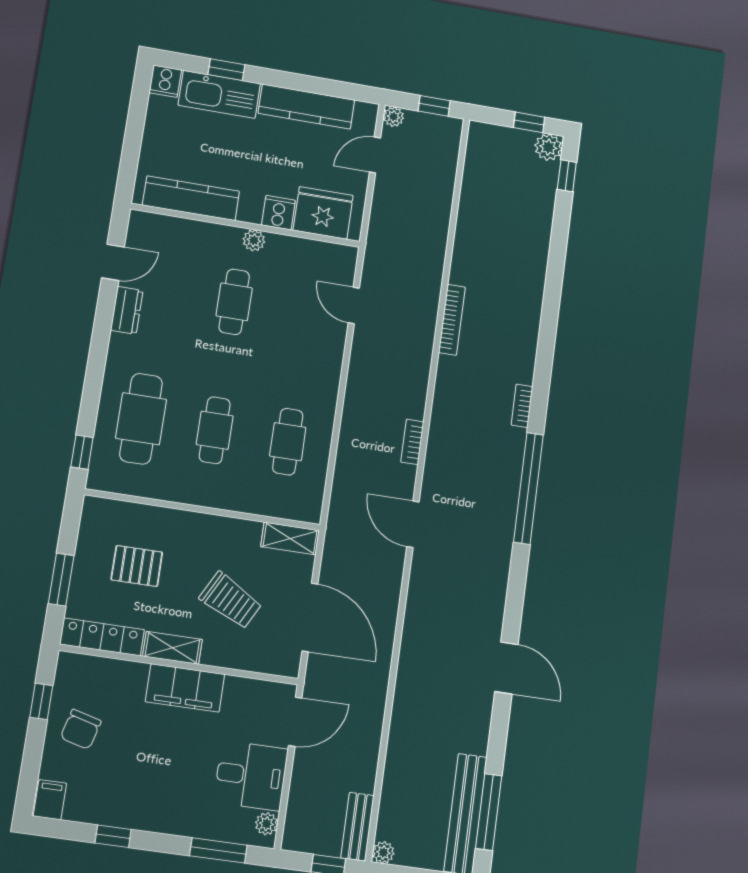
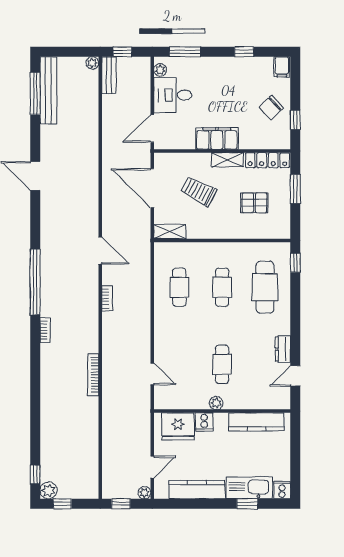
chair: (81, 729) -> (271, 107), turned -148

